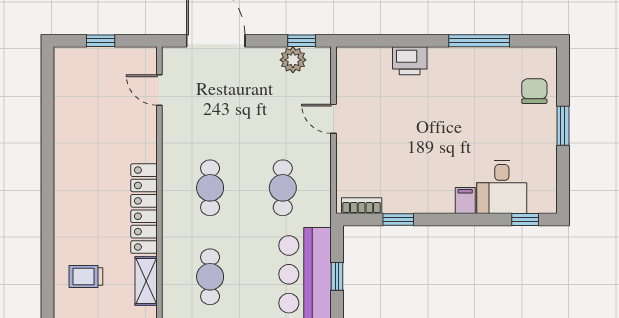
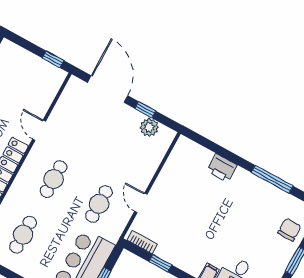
window: (101, 41) -> (53, 59), moved
window: (302, 41) -> (145, 110), moved
door: (159, 90) -> (39, 130), moved
door: (333, 119) -> (141, 203), moved

